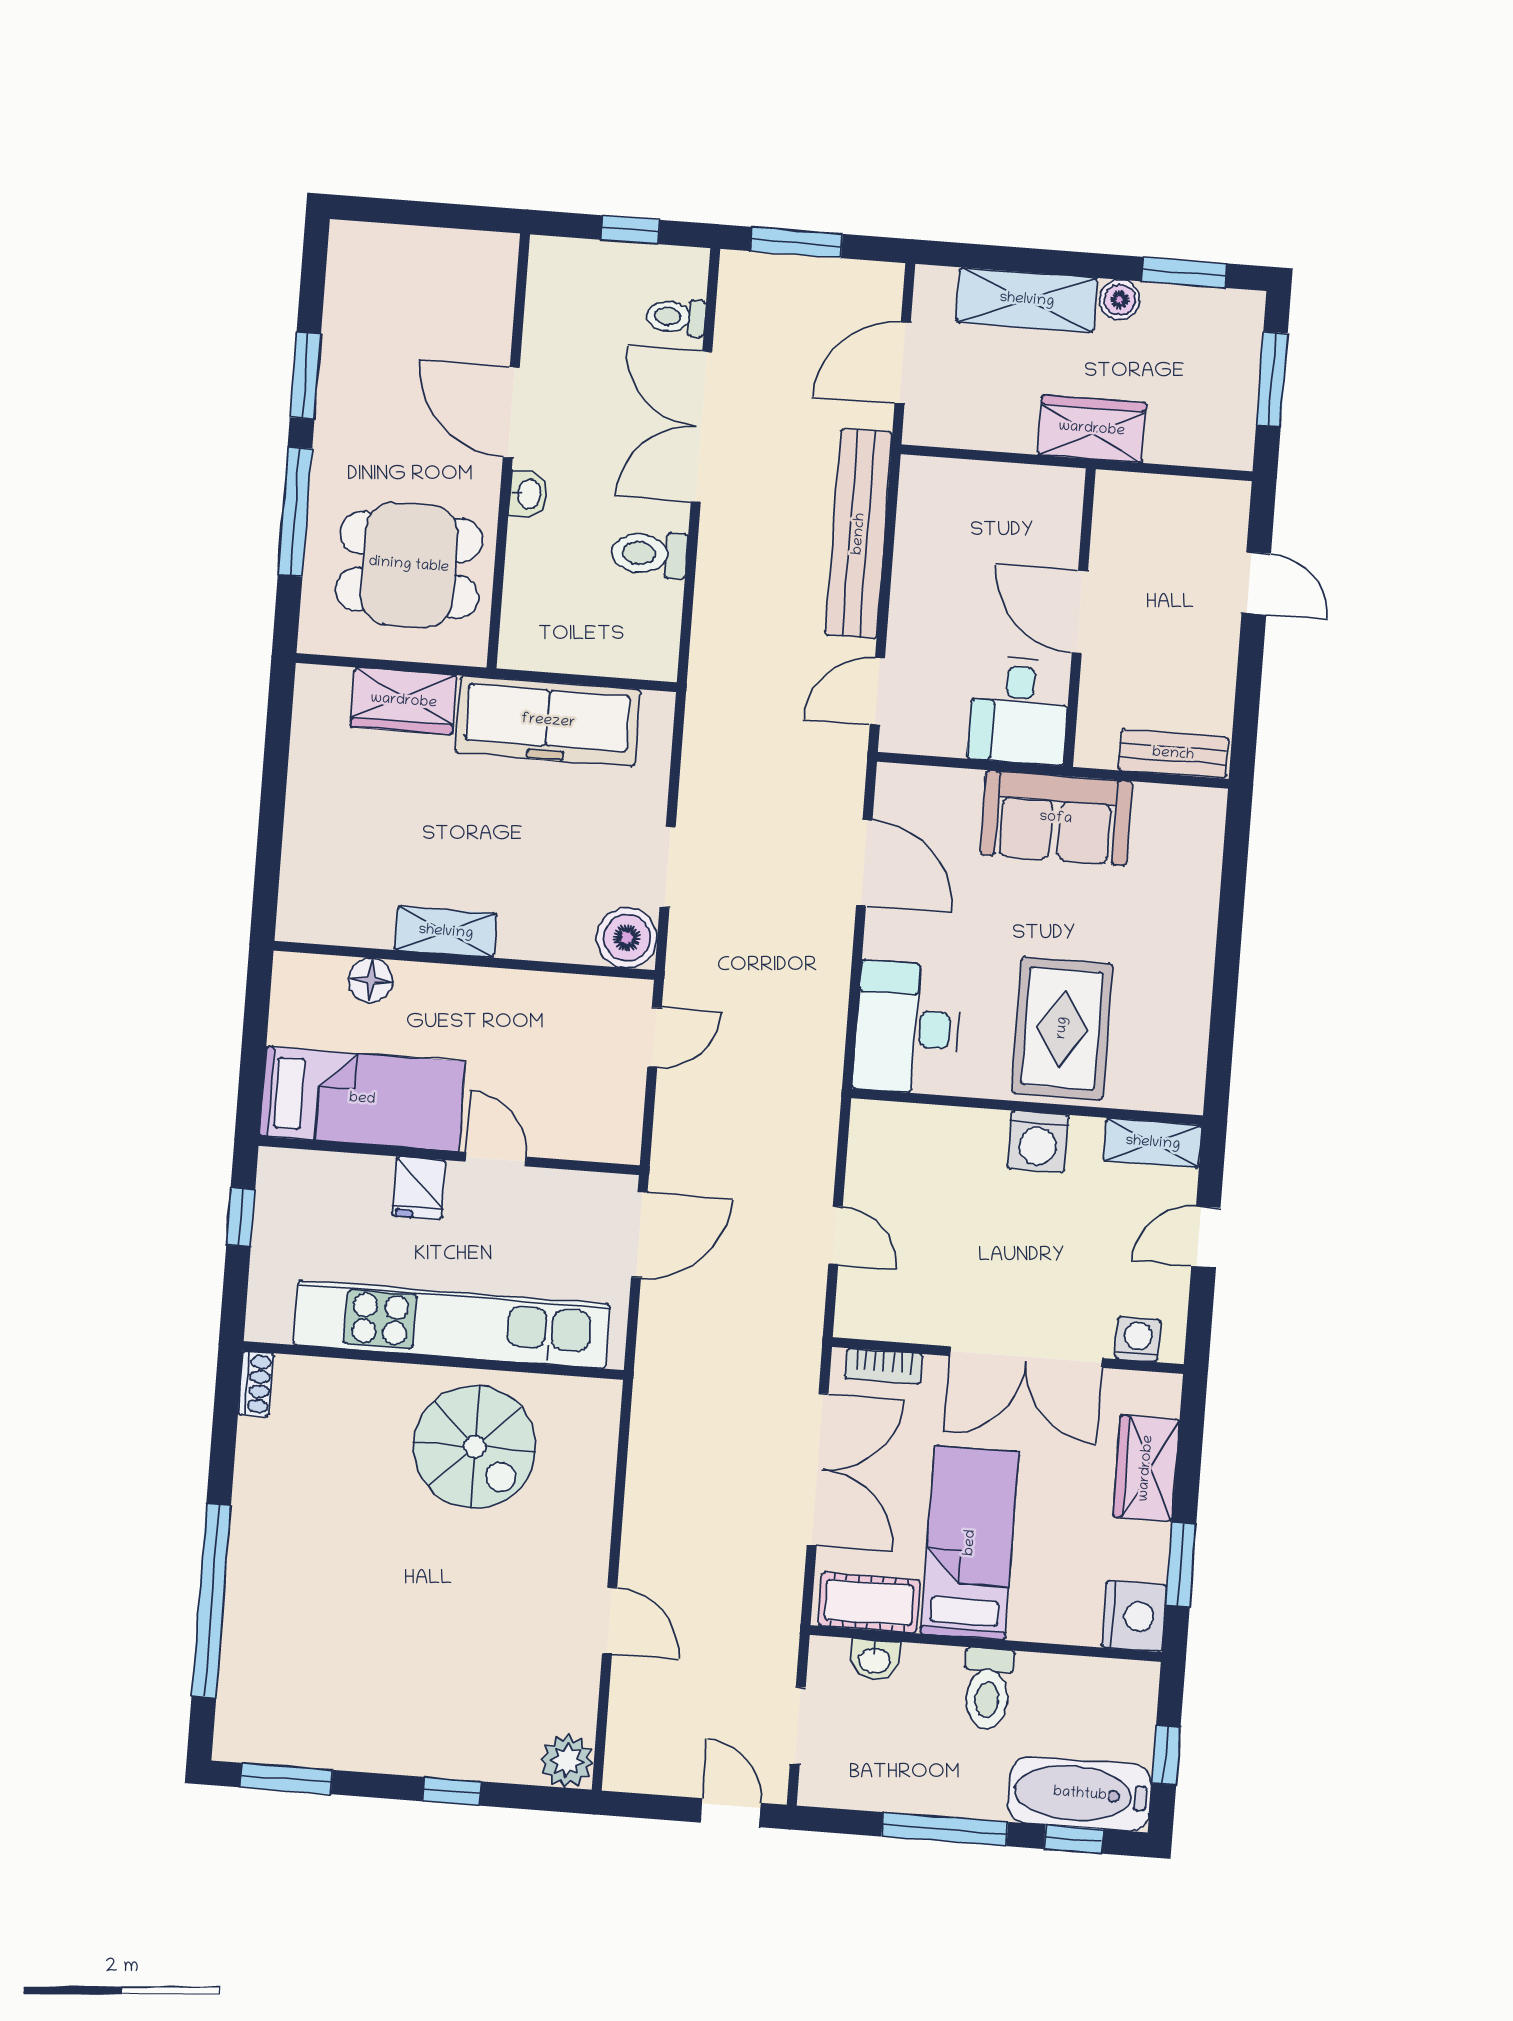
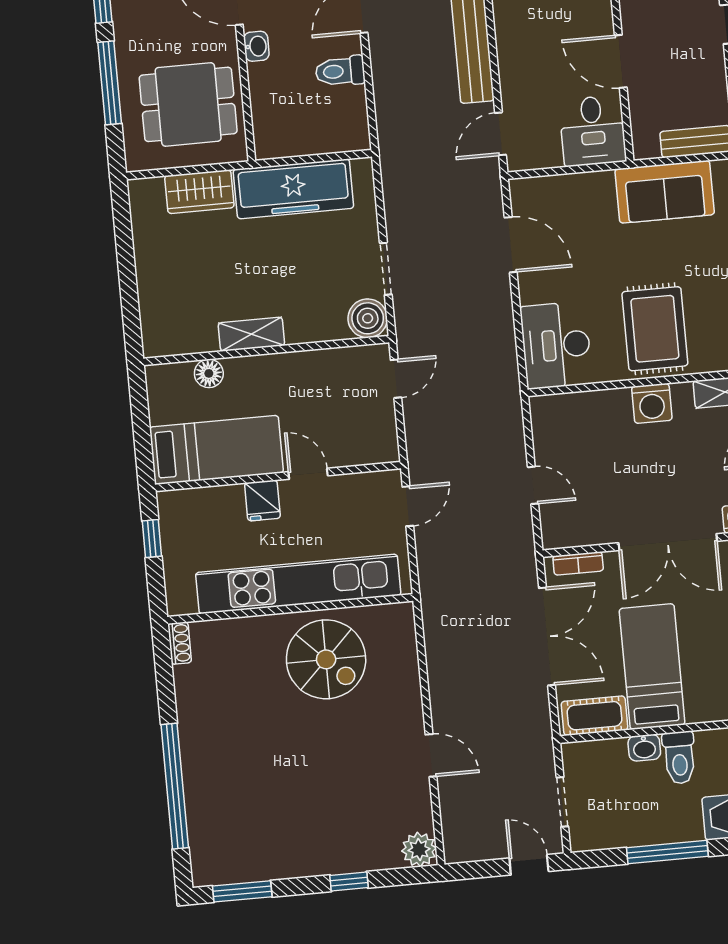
sofa: (1056, 818) -> (665, 192), moved
door: (639, 1235) -> (408, 506), width x0.73
washbasin: (875, 1660) -> (644, 748), moved

